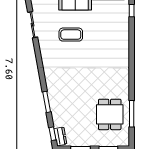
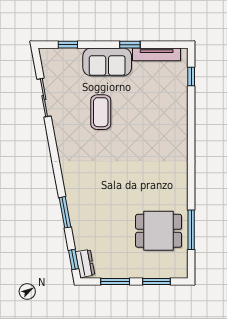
coffee table: (71, 35) -> (101, 112), turned 90
dining table: (110, 114) -> (159, 231), turned 90

